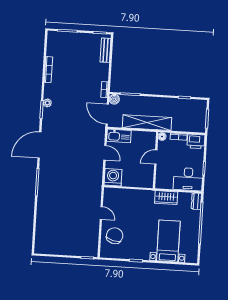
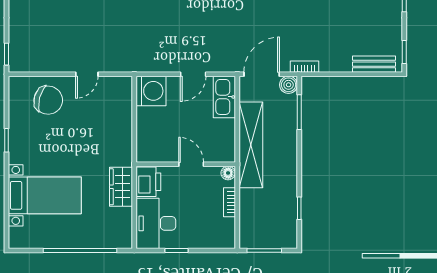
printer: (196, 141) -> (148, 182), moved, turned 180
dresser: (196, 201) -> (118, 240), removed

